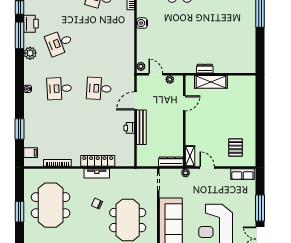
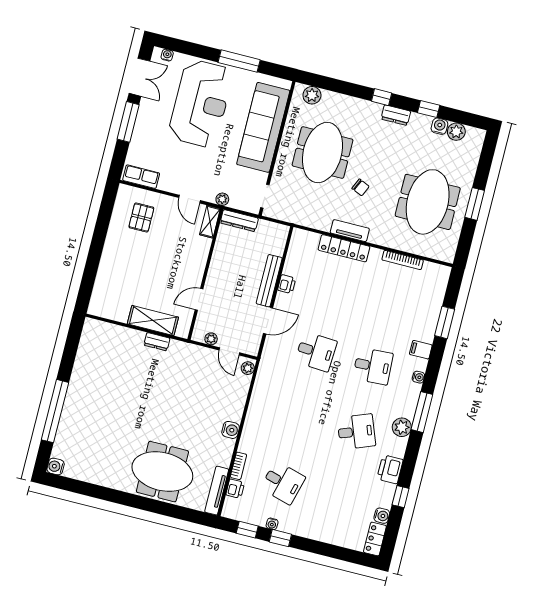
window: (19, 35) -> (422, 412), moved
filing cabinet: (31, 153) -> (421, 350), moved

